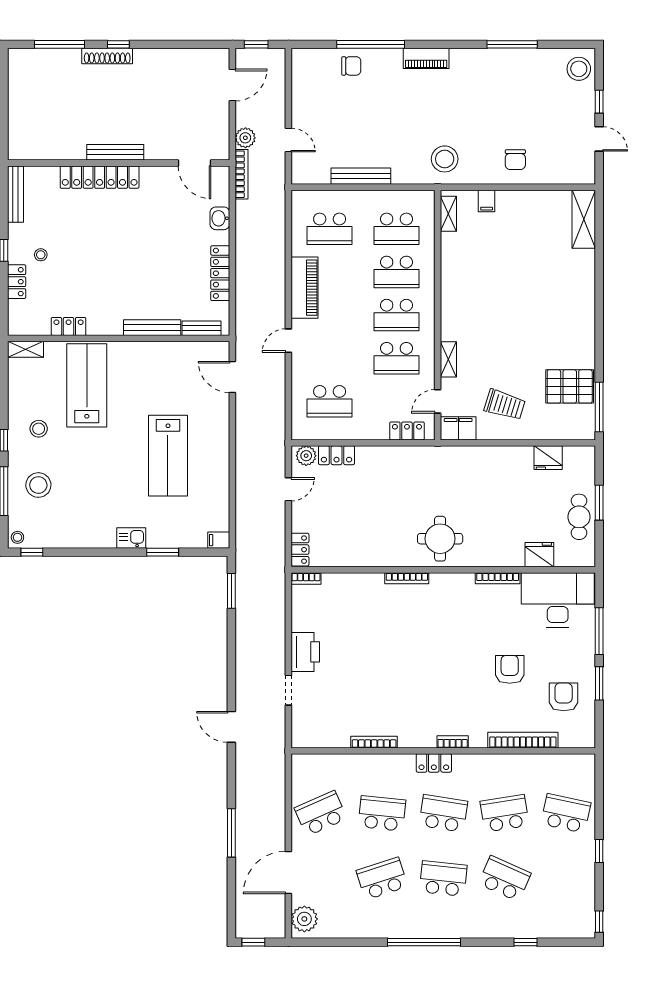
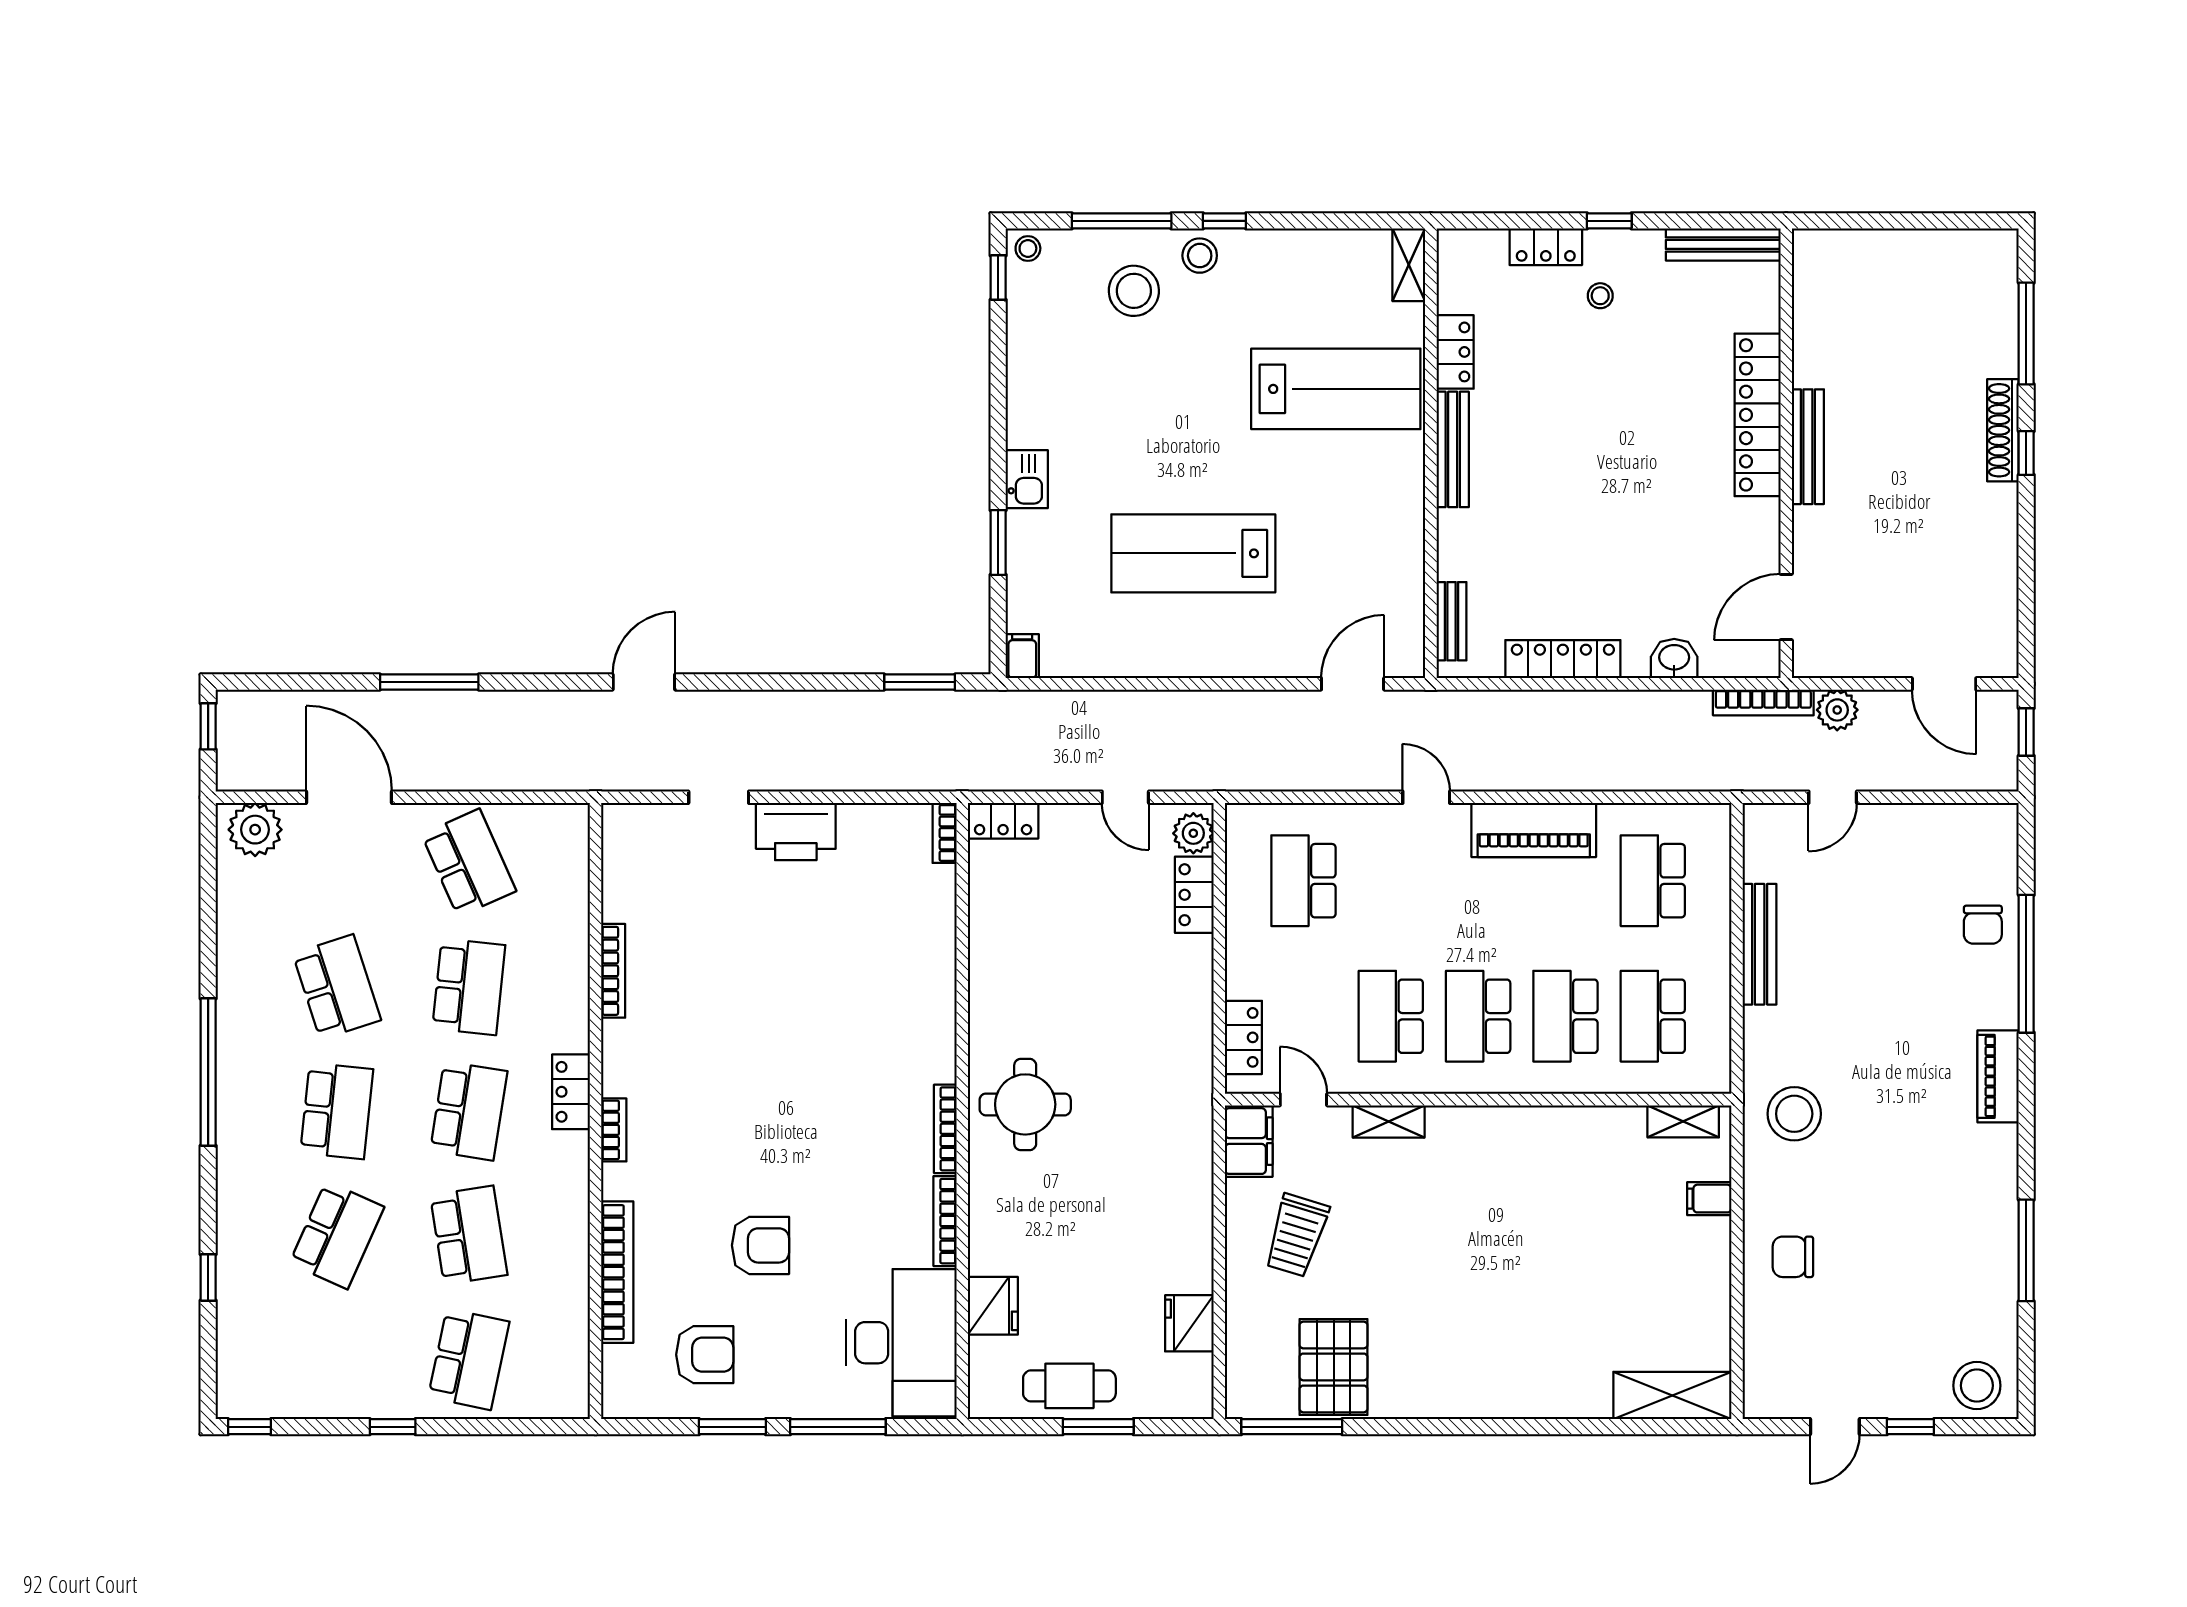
bench: (152, 328) -> (1453, 449), moved
stool: (39, 429) -> (1200, 256), moved
bookcase: (407, 578) -> (945, 1129), moved

